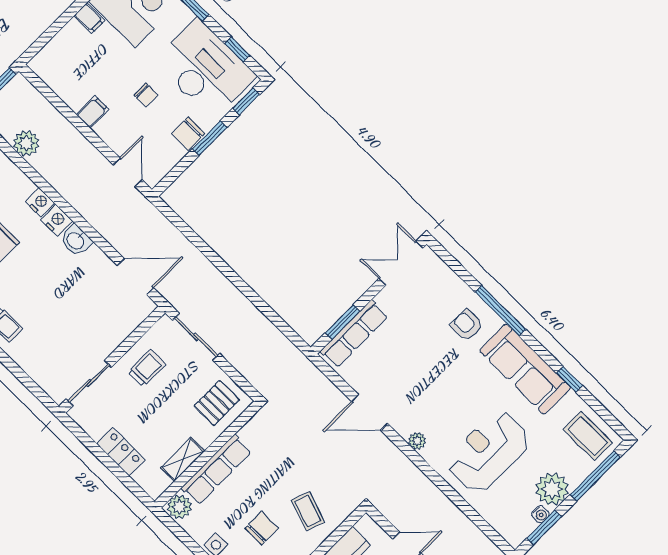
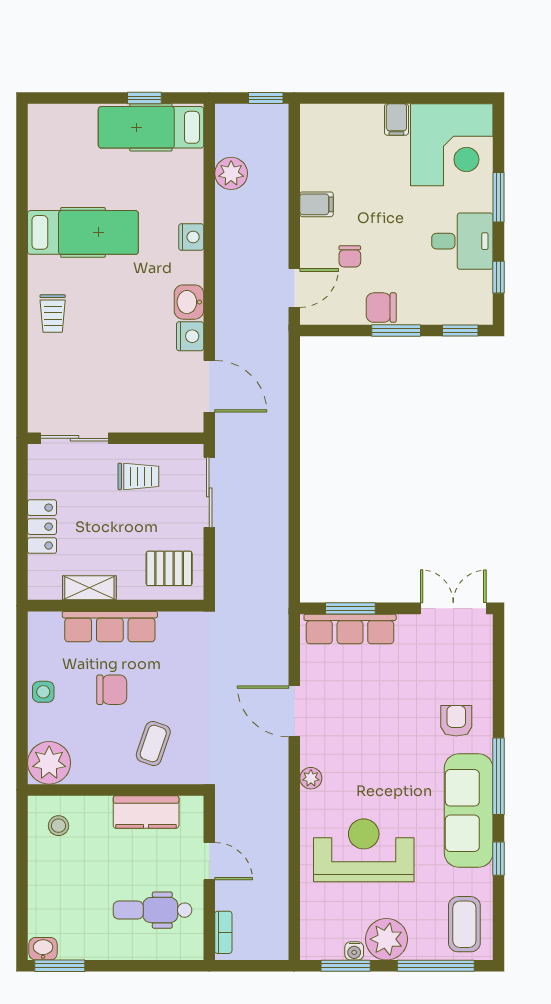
desk: (205, 69) -> (462, 241), width x0.53, depth x0.77
chair: (146, 95) -> (350, 256), moved
nightstand: (57, 220) -> (190, 336), moved
window: (500, 311) -> (498, 776), moved
plant: (179, 507) -> (45, 626), removed
chair: (262, 528) -> (112, 690), moved

